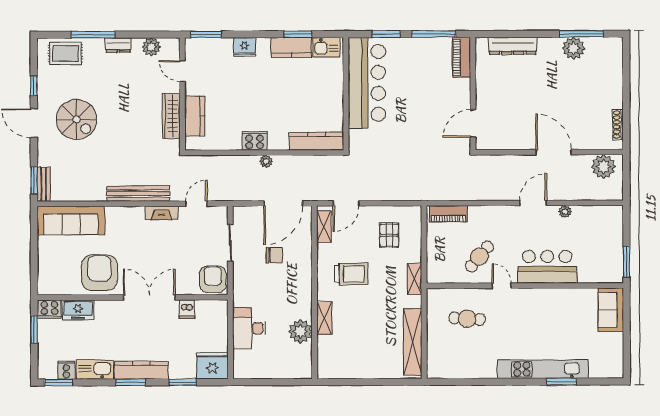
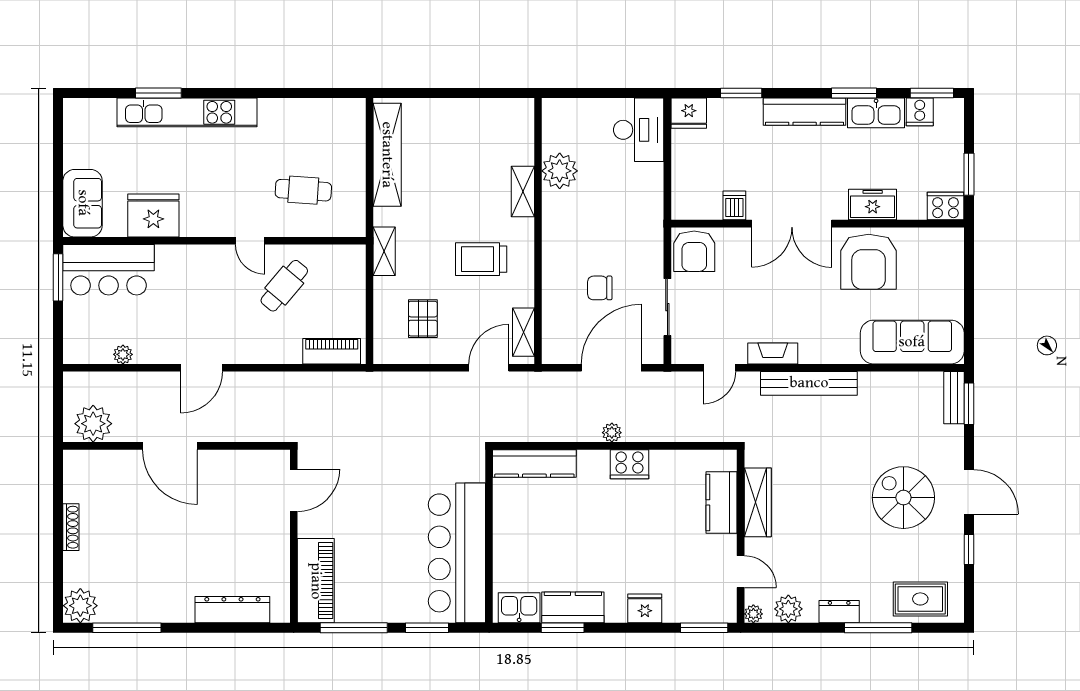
plant: (174, 44) -> (753, 614), added
plant: (573, 48) -> (80, 606), moved
piano: (461, 57) -> (316, 581), width x1.37, depth x1.33
shoe rack: (618, 125) -> (71, 527), moved
door: (283, 203) -> (611, 368), moved
plant: (565, 212) -> (123, 354), moved
bar counter: (547, 267) -> (109, 270), moved
fridge: (565, 302) -> (153, 215), added
freezer: (78, 310) -> (873, 205), moved
desk: (249, 328) -> (639, 130), moved
fridge: (212, 366) -> (689, 113), width x0.73, depth x0.75
window: (131, 382) -> (854, 93), moved

